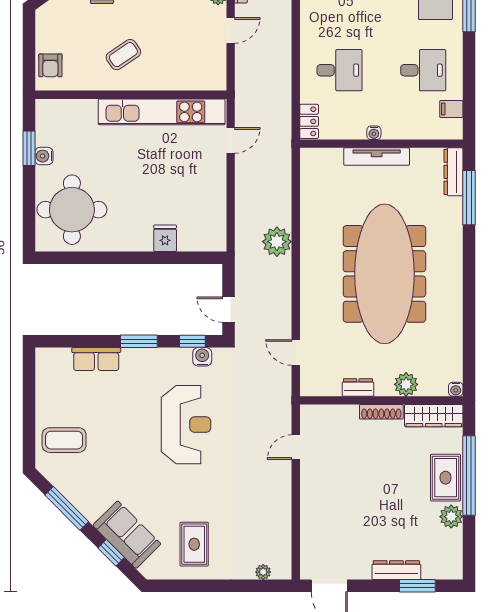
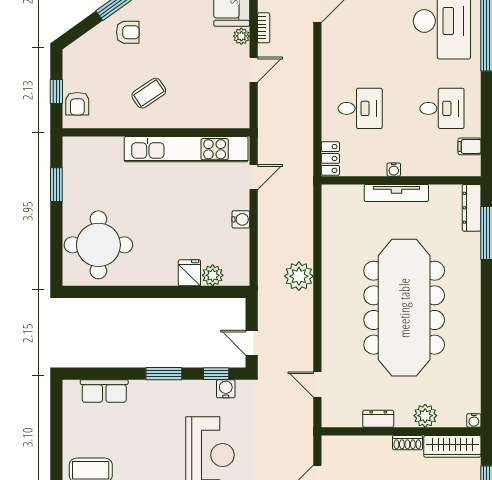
window: (29, 53) -> (56, 91), added
water cooler: (44, 156) -> (241, 219), moved, turned 180
plant: (189, 241) -> (213, 275), added
row of seats: (96, 359) -> (104, 391), moved
shoe rack: (381, 412) -> (407, 443), width x0.70

